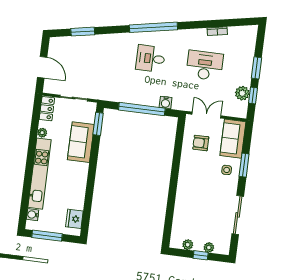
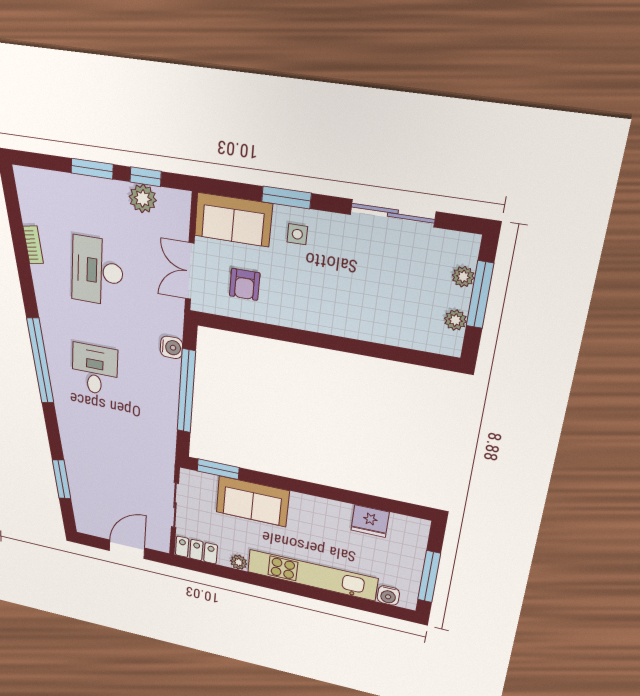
desk: (150, 59) -> (95, 369), turned 180
fridge: (74, 219) -> (370, 521), moved
window: (201, 255) -> (480, 295), width x2.17

